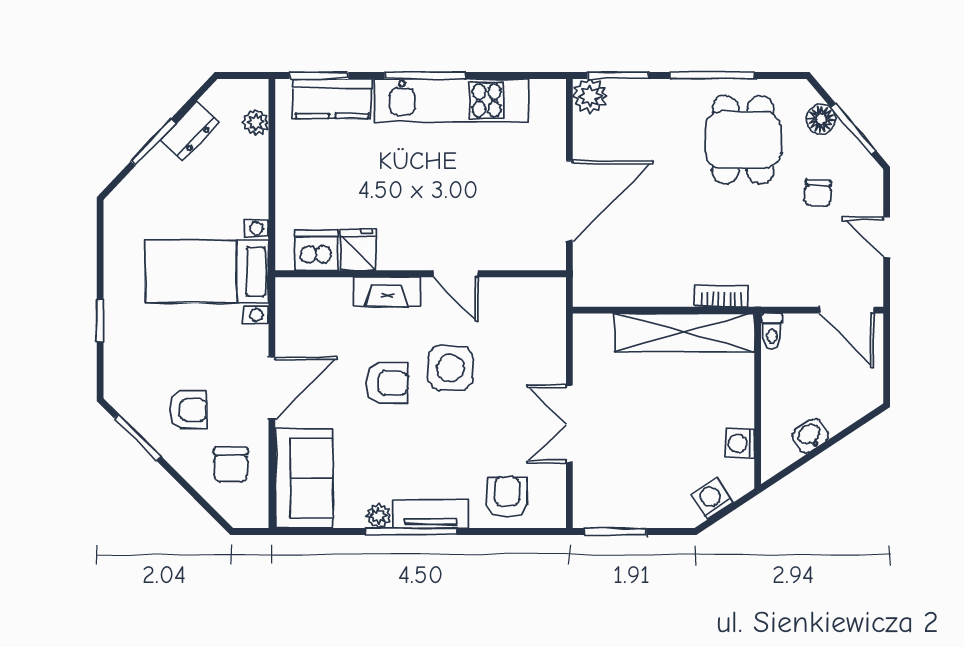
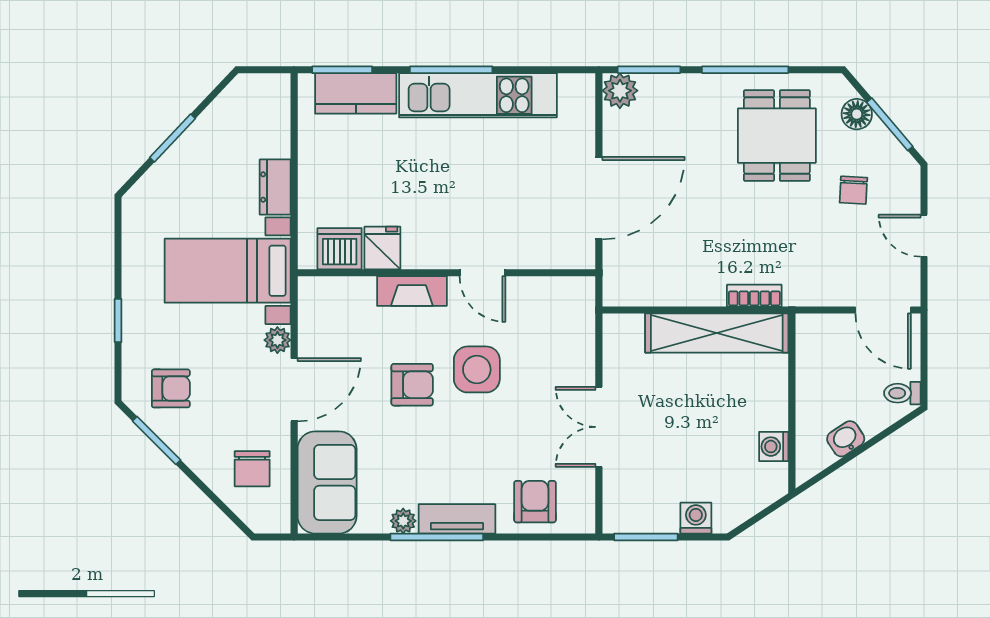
plant: (256, 122) -> (277, 340), moved
dresser: (189, 131) -> (275, 187), moved, turned 137
toilet: (772, 331) -> (902, 393), moved, turned 90
armchair: (188, 410) -> (171, 388), moved
washing machine: (712, 499) -> (696, 518), moved, turned 33

